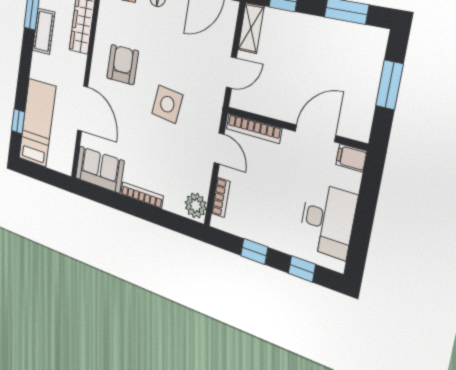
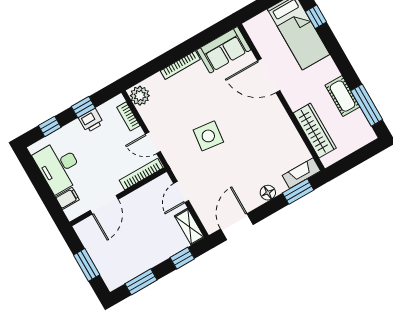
armchair: (123, 65) -> (261, 130), removed
filing cabinet: (351, 158) -> (67, 198), moved
printer: (258, 231) -> (91, 121), added

